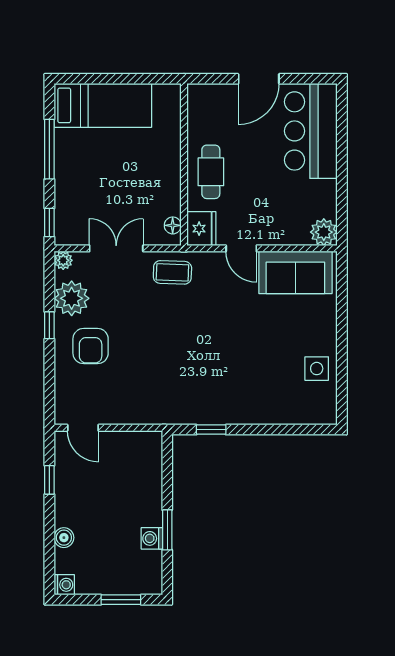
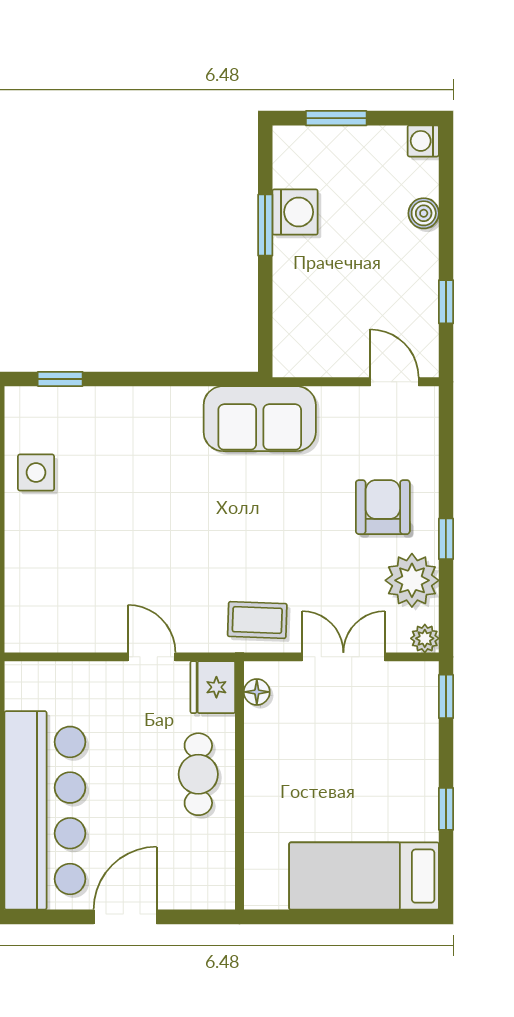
bar counter: (311, 131) -> (45, 810), width x1.36
window: (49, 149) -> (446, 809), width x0.46
plant: (324, 232) -> (25, 682), removed
double door: (116, 248) -> (343, 657), swing flipped
sofa: (295, 272) -> (260, 419), moved, turned 180
window: (211, 430) -> (60, 379), moved
washing machine: (152, 538) -> (295, 212), width x1.38, depth x1.38

